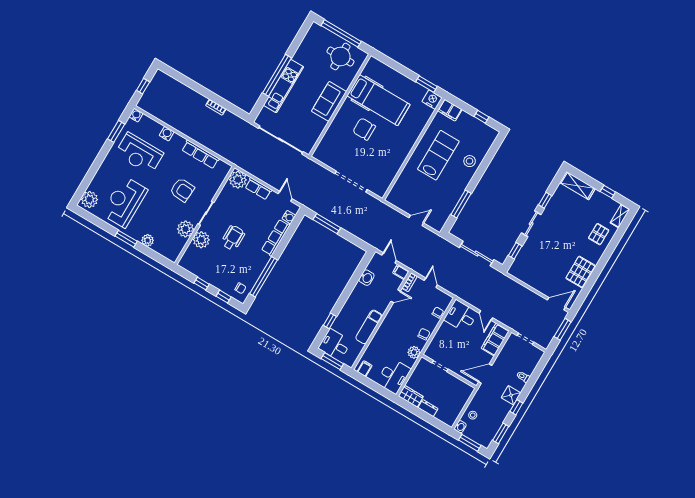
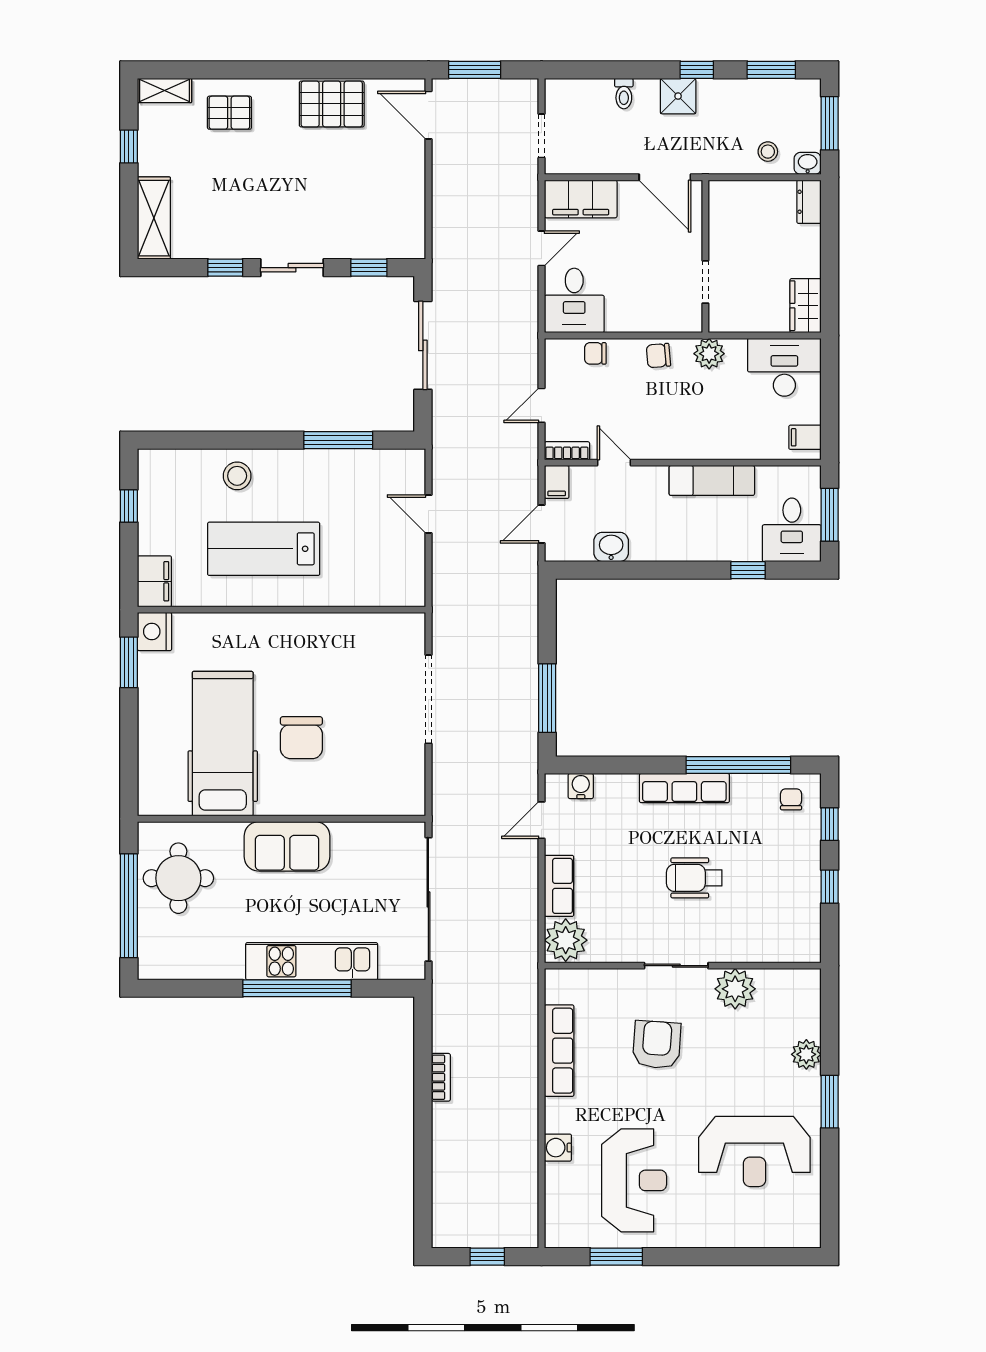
water cooler: (136, 115) -> (557, 1235), removed
plant: (89, 199) -> (793, 1228), removed
row of seats: (276, 238) -> (684, 788), moved
plant: (201, 240) -> (738, 942), removed
dresser: (428, 408) -> (809, 202), moved

